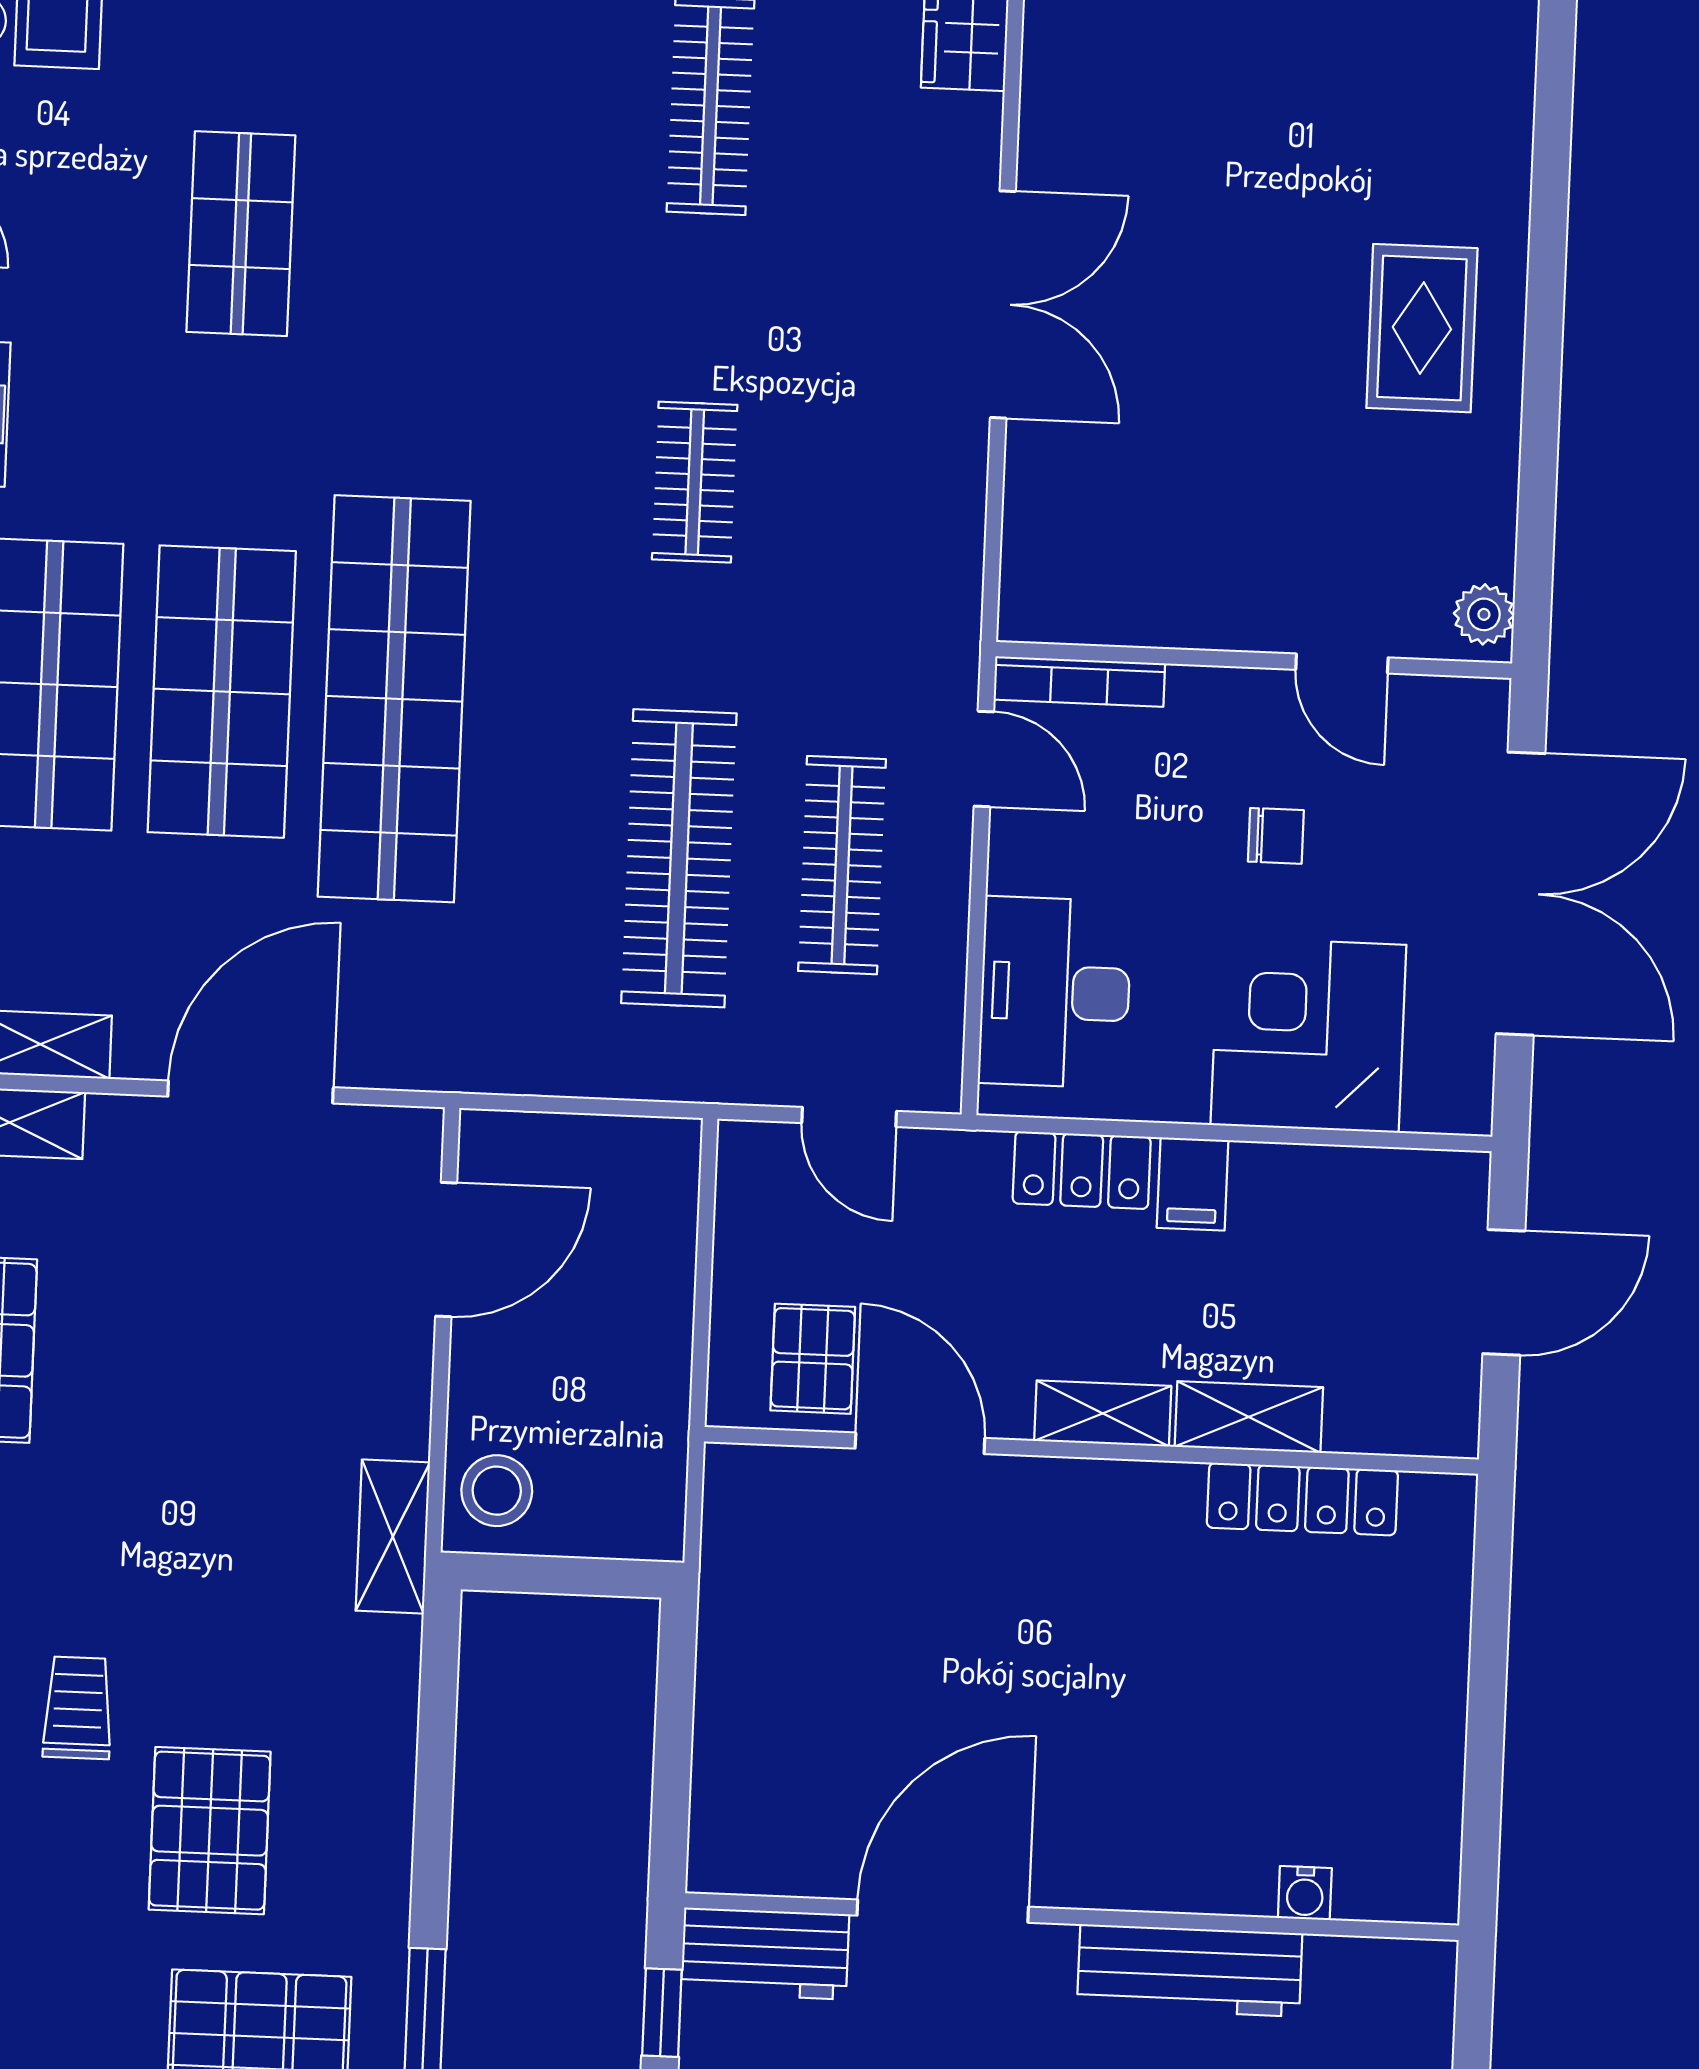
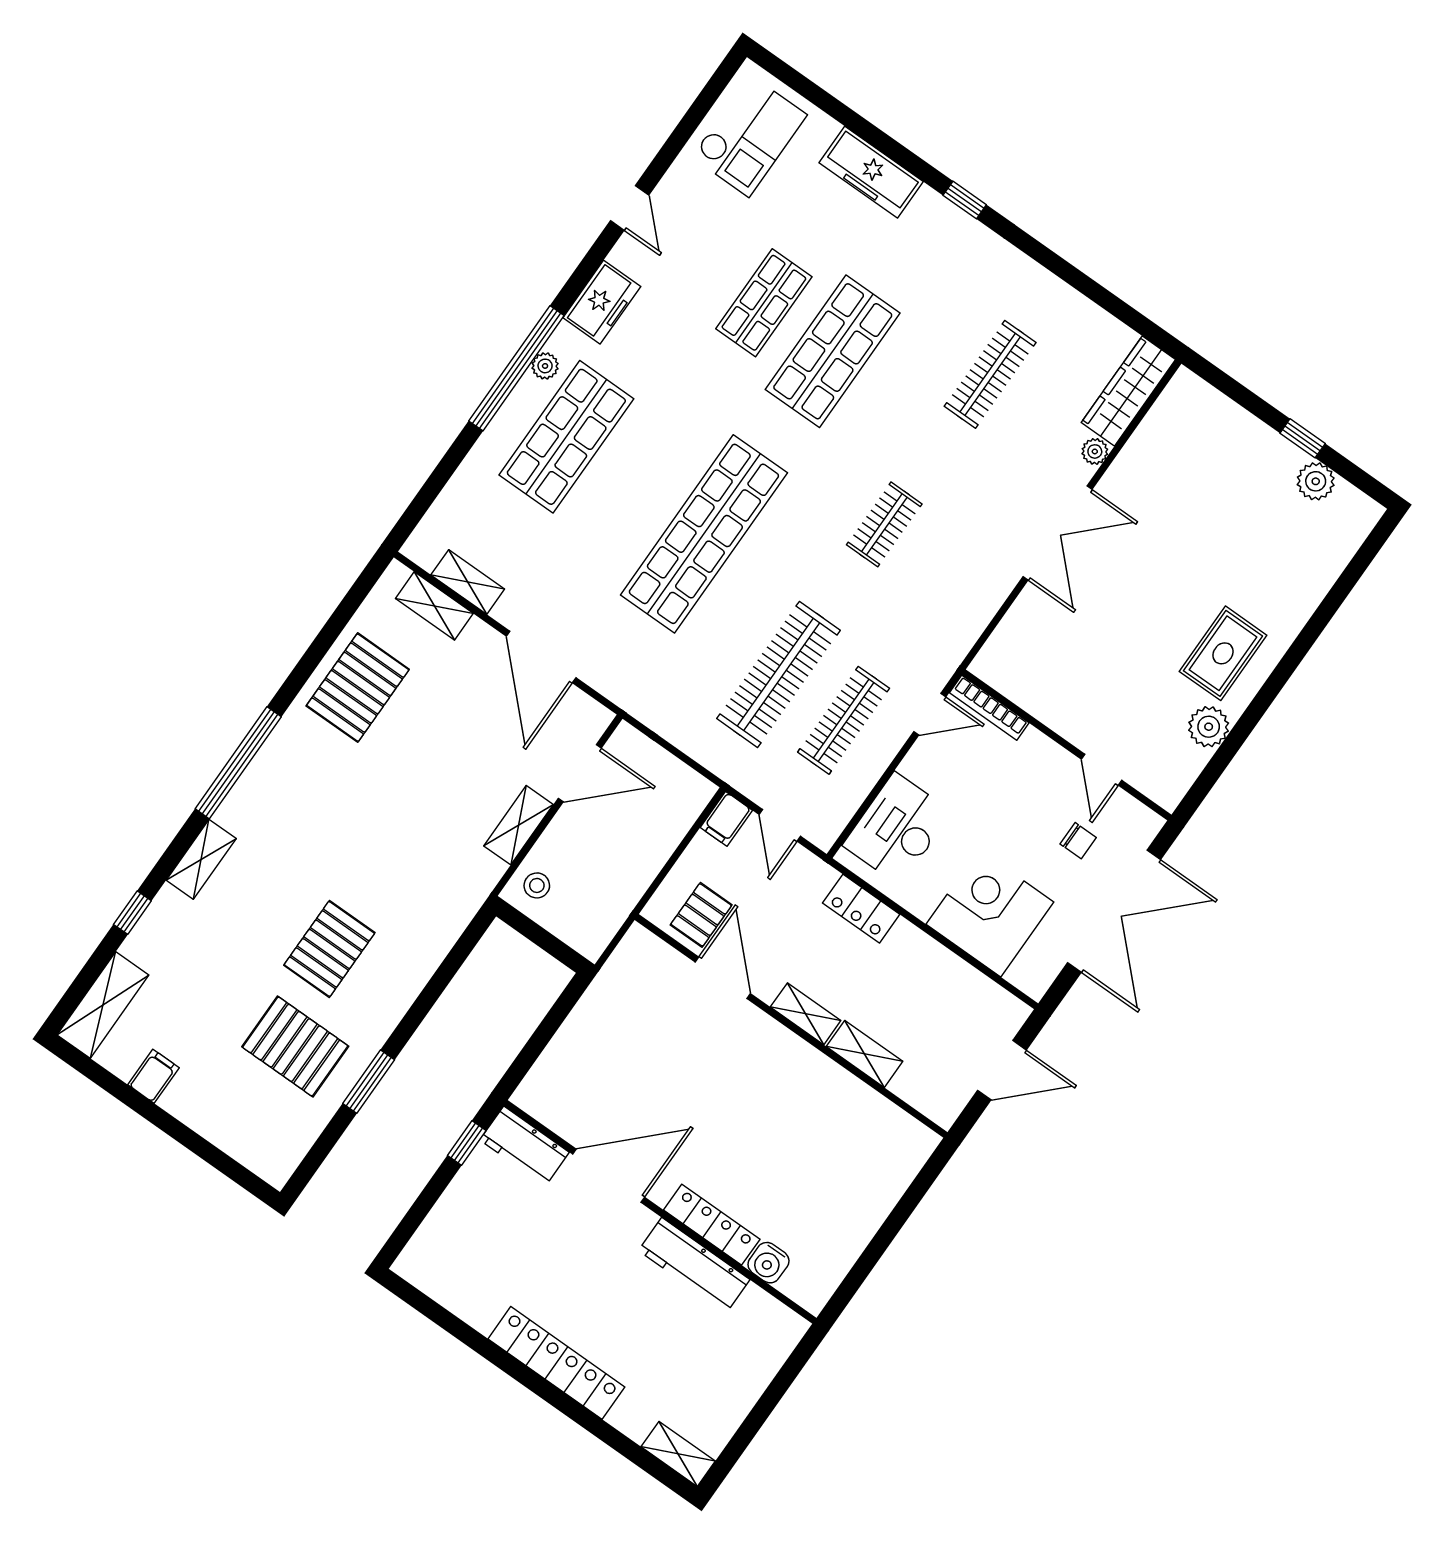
plant: (977, 122) -> (1095, 451), added
plant: (1484, 614) -> (1209, 727), moved, width x1.38, depth x1.38
shop shelf: (222, 692) -> (833, 351), moved
door: (984, 759) -> (930, 714), hinge flipped
chair: (1276, 836) -> (1078, 841), moved
door: (251, 1092) -> (541, 657), swing flipped
filing cabinet: (1193, 1184) -> (726, 819), moved
stool: (497, 1491) -> (537, 885), width x0.73, depth x0.73
locker: (1302, 1499) -> (712, 1225), moved, turned 180
shelving: (393, 1537) -> (519, 825), moved
trolley: (78, 1708) -> (308, 864), removed
water cooler: (1305, 1893) -> (768, 1263), width x1.38, depth x1.38

